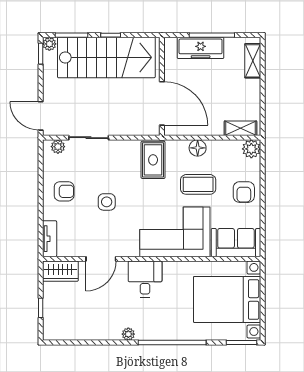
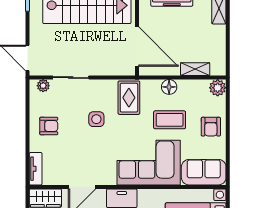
shelving: (241, 128) -> (195, 69), moved
side table: (107, 202) -> (96, 119), moved

